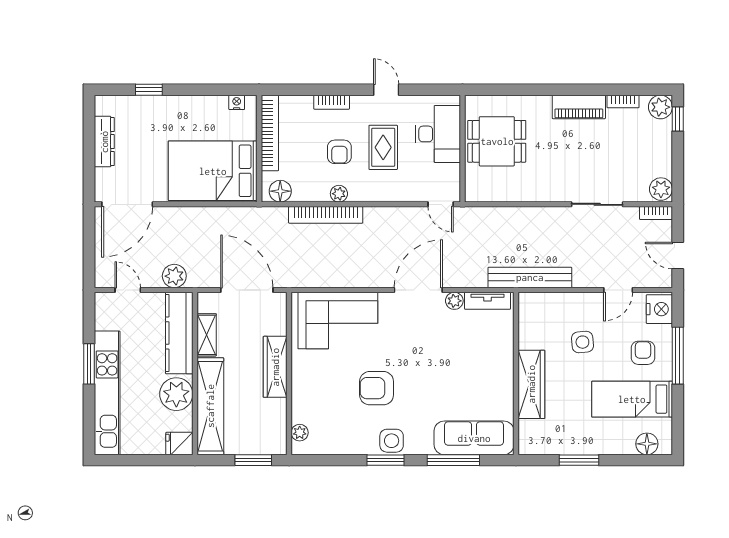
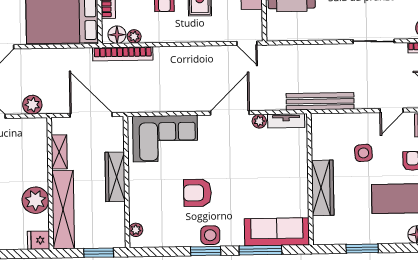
plant: (339, 194) -> (134, 36), moved
bookcase: (326, 215) -> (123, 54), moved
kitchen counter: (179, 333) -> (37, 151), removed

